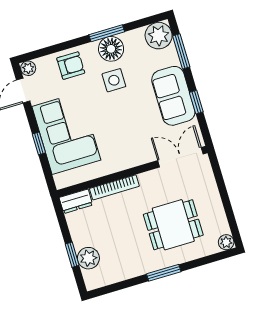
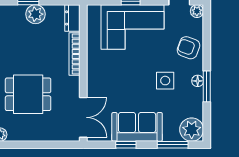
floor lamp: (111, 49) -> (198, 81), width x0.53, depth x0.53
armchair: (71, 66) -> (188, 48), turned 110
dining table: (173, 225) -> (28, 94), turned 90
plant: (88, 258) -> (35, 14), moved

